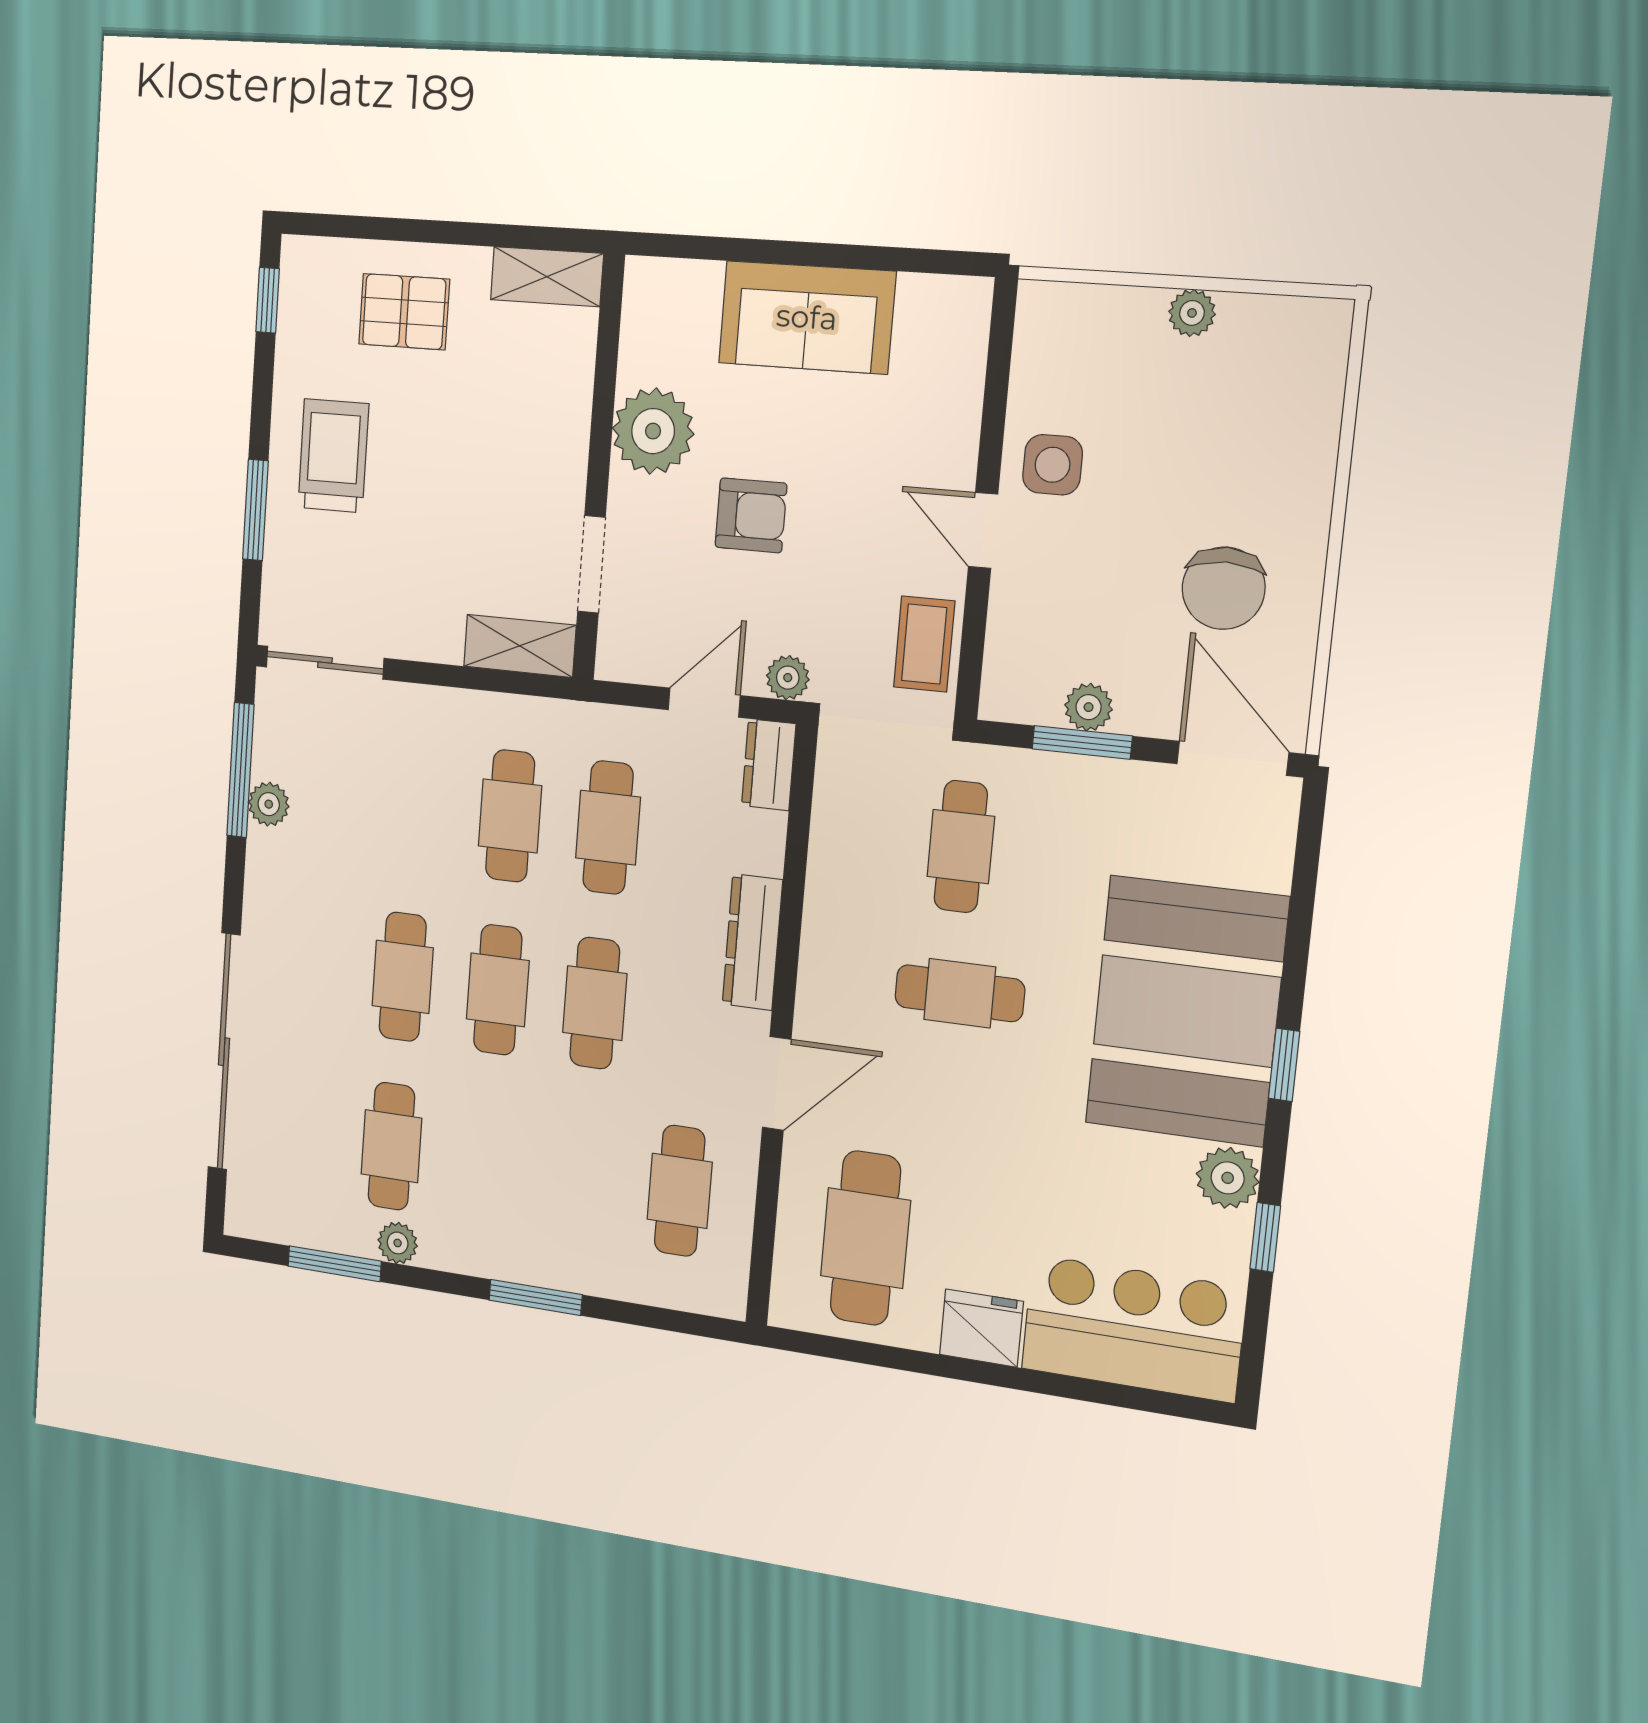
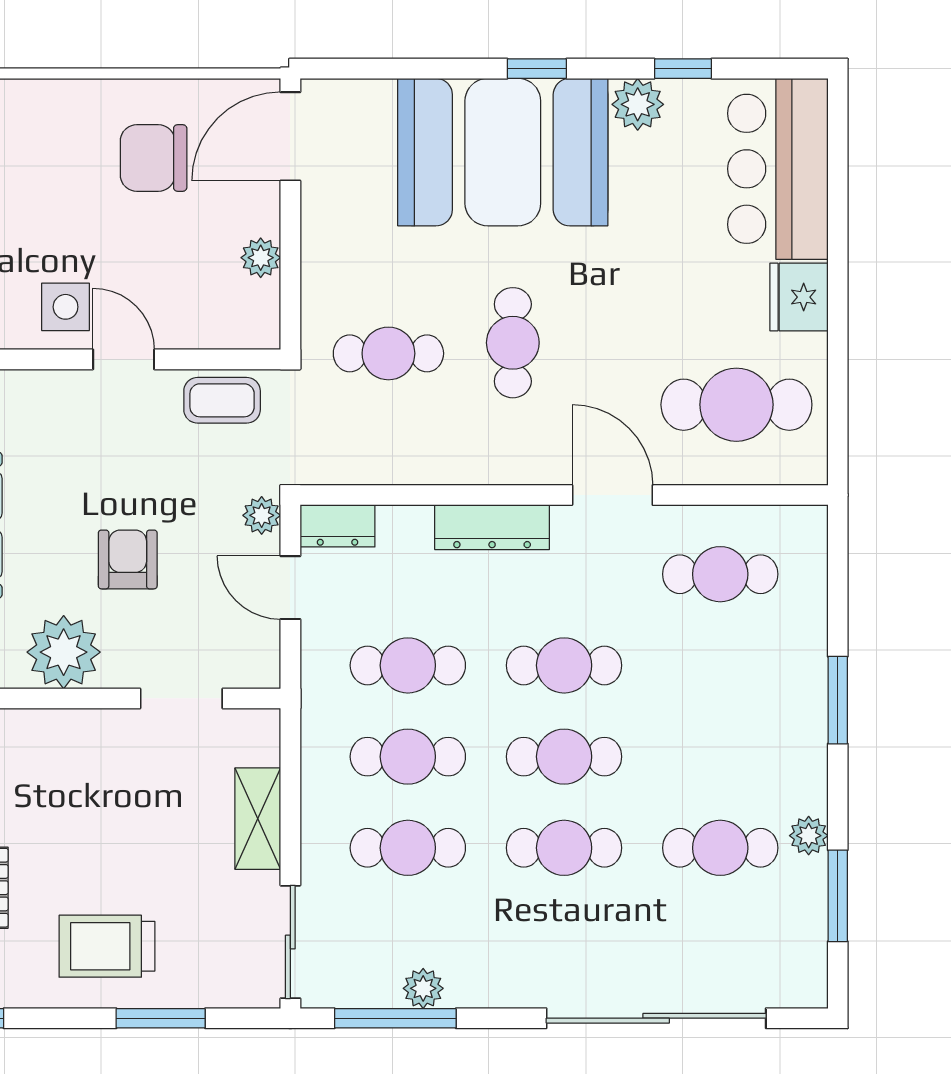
door: (983, 530) -> (124, 359), swing flipped
chair: (1224, 588) -> (154, 158), turned 180
shelving: (520, 646) -> (258, 819), moved
window: (1082, 742) -> (290, 260), removed
cafe table: (414, 805) -> (408, 848), added

